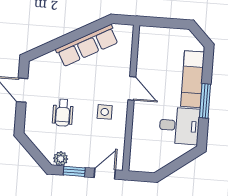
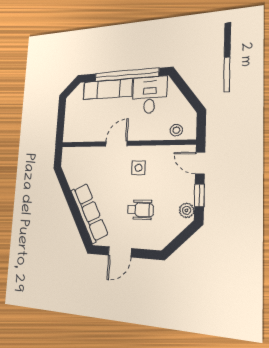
row of seats: (87, 46) -> (89, 213), moved
window: (205, 101) -> (126, 75), width x2.11
stool: (139, 152) -> (176, 130), added

